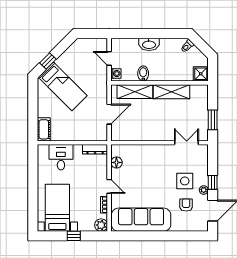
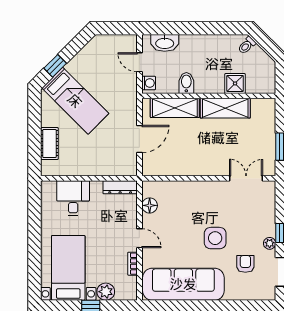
washbasin: (149, 44) -> (165, 43), moved
shower: (201, 74) -> (235, 83), moved
cot: (44, 129) -> (49, 143), moved
side table: (185, 181) -> (215, 238), moved
plant: (101, 225) -> (106, 292), moved

